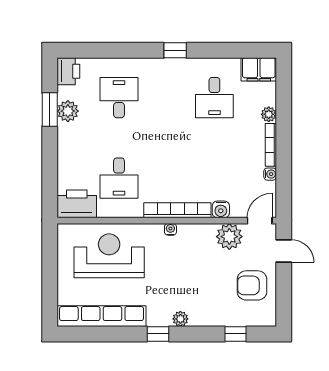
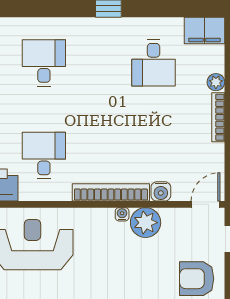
water cooler: (270, 174) -> (217, 151), removed
desk: (119, 178) -> (44, 155), turned 180
water cooler: (170, 229) -> (122, 214), moved
plant: (229, 237) -> (146, 223), moved

